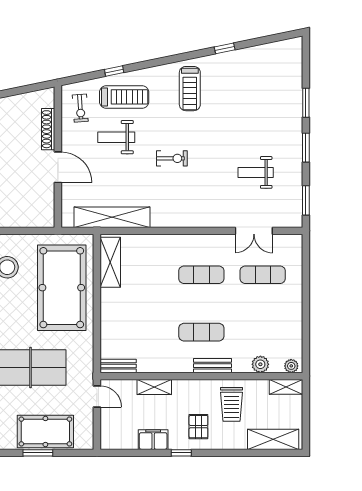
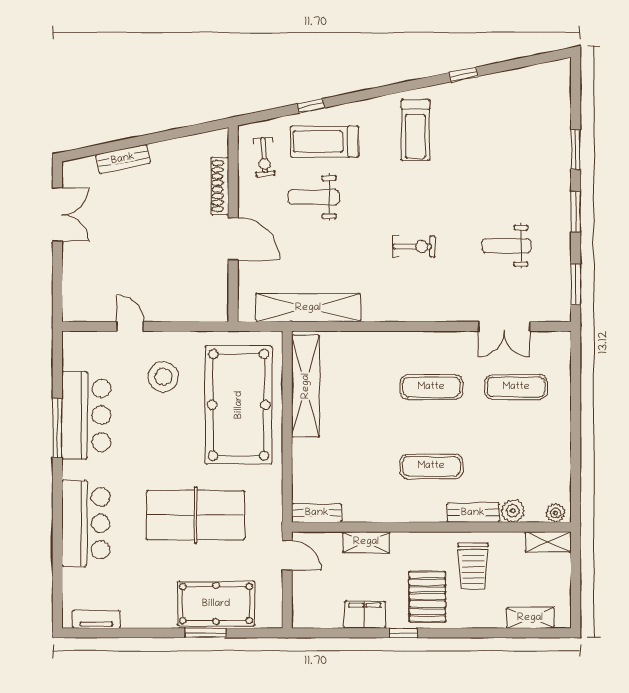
treadmill: (124, 97) -> (325, 142), turned 180
exercise bike: (172, 158) -> (414, 247), moved
shelving: (110, 262) -> (306, 386), width x1.47
bench: (213, 366) -> (473, 513), moved
pallet: (198, 427) -> (427, 597), width x1.50, depth x1.42
shelving: (273, 439) -> (530, 618), width x0.67, depth x0.75

